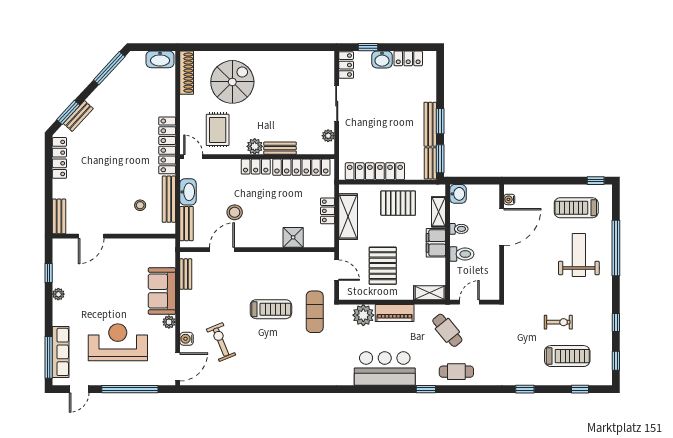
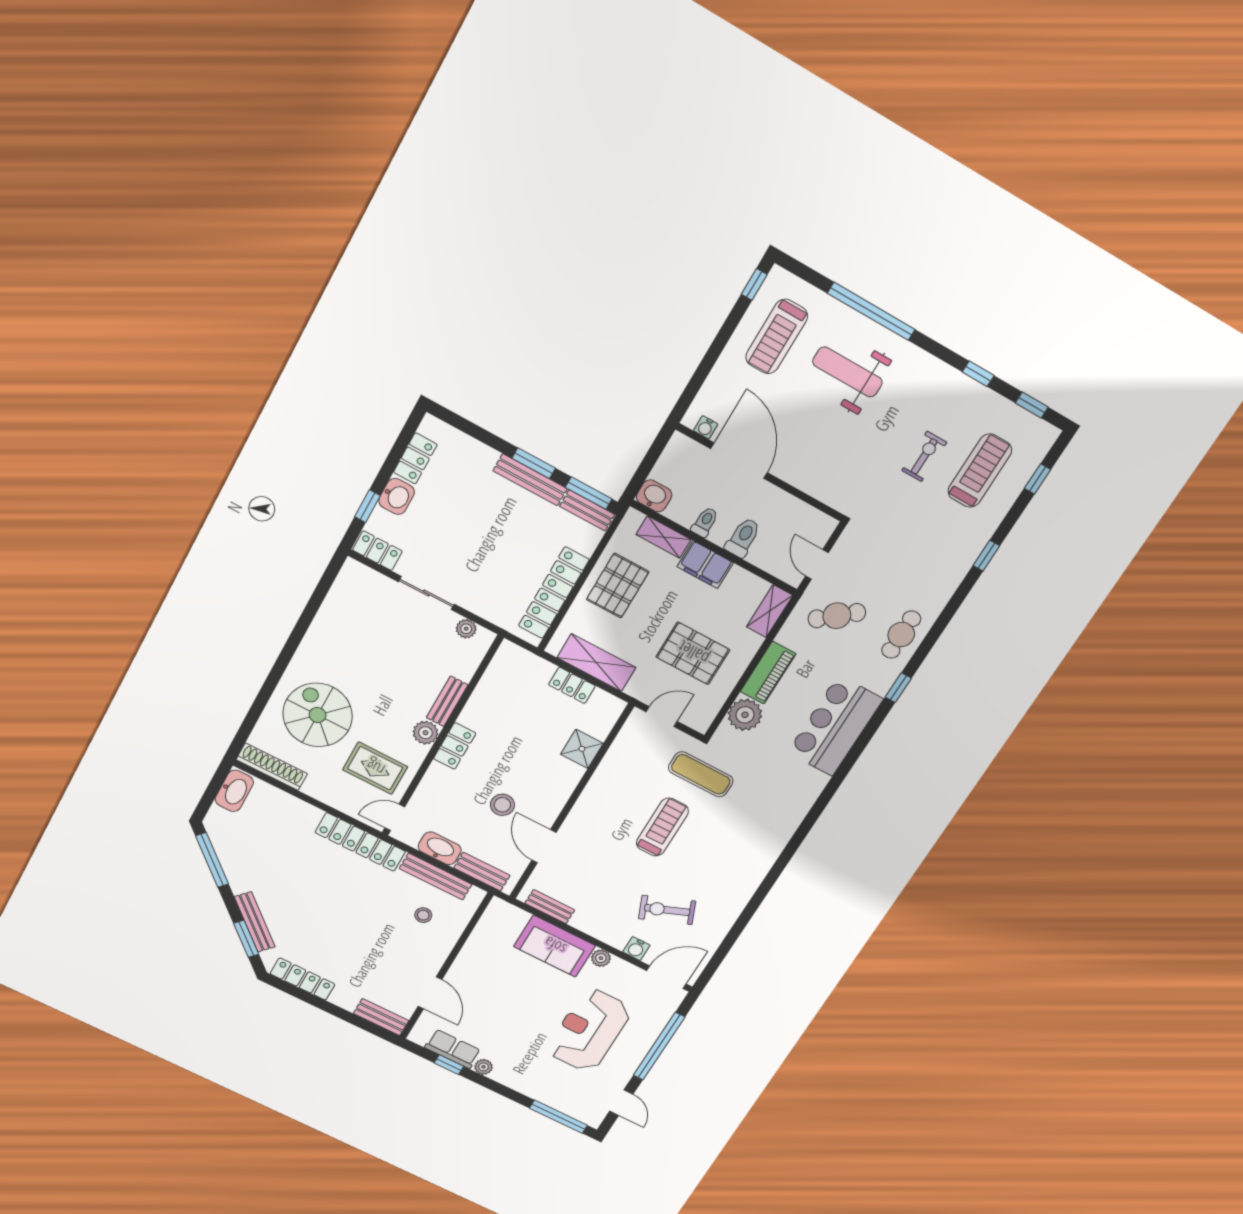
bench: (78, 116) -> (255, 922), width x1.36
locker: (301, 167) -> (490, 687), removed
row of seats: (61, 352) -> (453, 1049), moved, width x0.68
door: (178, 367) -> (666, 977), hinge flipped

